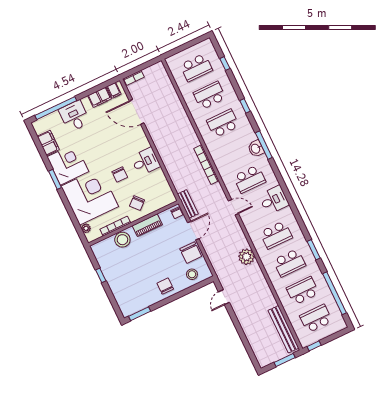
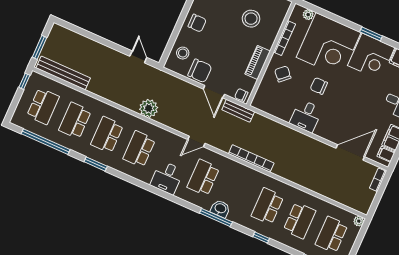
plant: (170, 61) -> (359, 221), added
school desk: (223, 123) -> (267, 206), turned 180
stool: (122, 240) -> (251, 19), moved
chair: (191, 253) -> (200, 71), turned 180
school desk: (303, 291) -> (75, 120), turned 180

